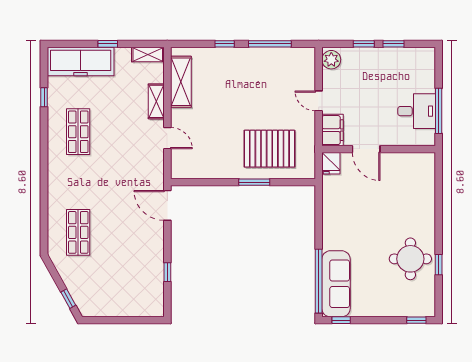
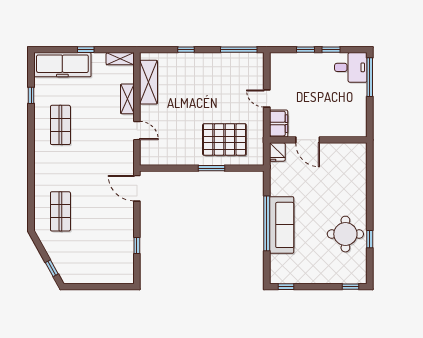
window: (270, 44) -> (239, 50), moved
plant: (331, 60) -> (278, 63), removed
desk: (417, 111) -> (351, 67), moved
window: (439, 111) -> (370, 77), moved
window: (319, 281) -> (267, 223), moved
sofa: (336, 284) -> (282, 225), moved

